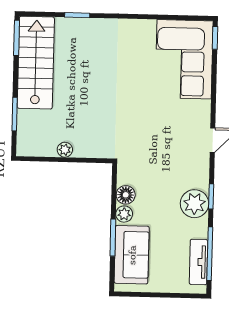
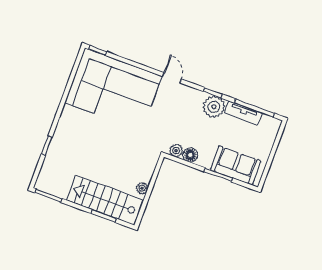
corner sofa: (184, 59) -> (113, 89), width x1.36, depth x1.36
stairs: (36, 63) -> (105, 200), moved
plant: (124, 214) -> (176, 151), moved
tv unit: (199, 262) -> (243, 113), moved

